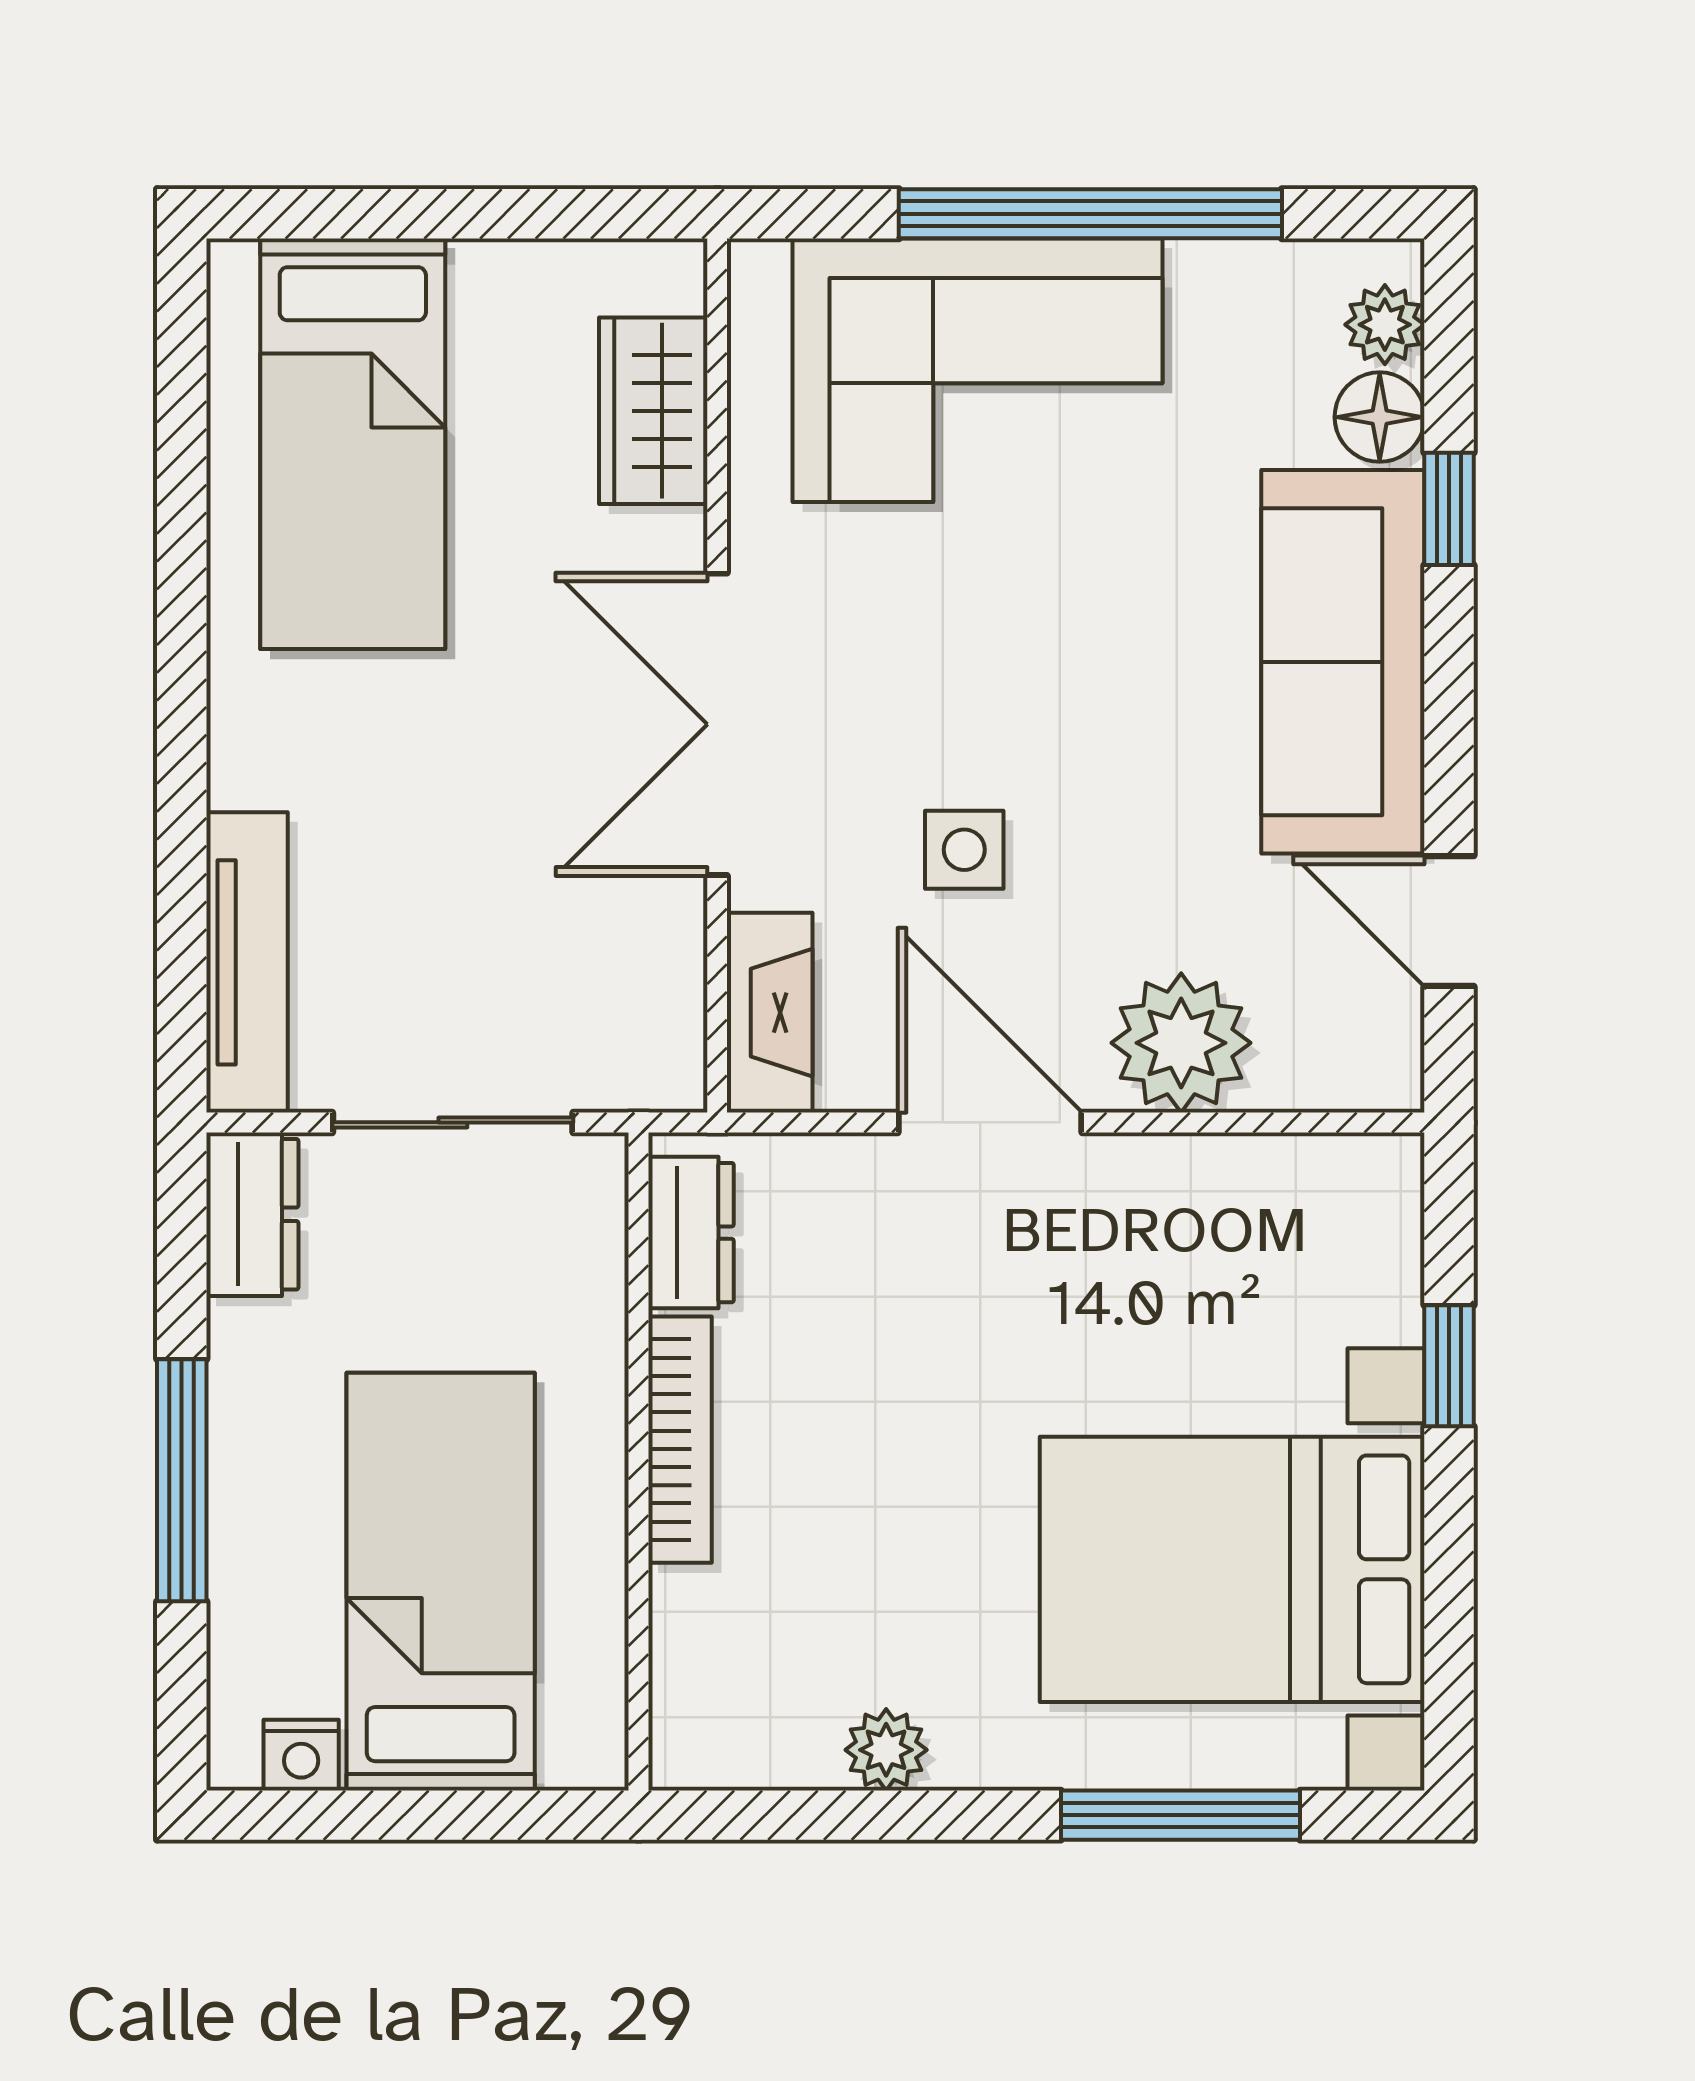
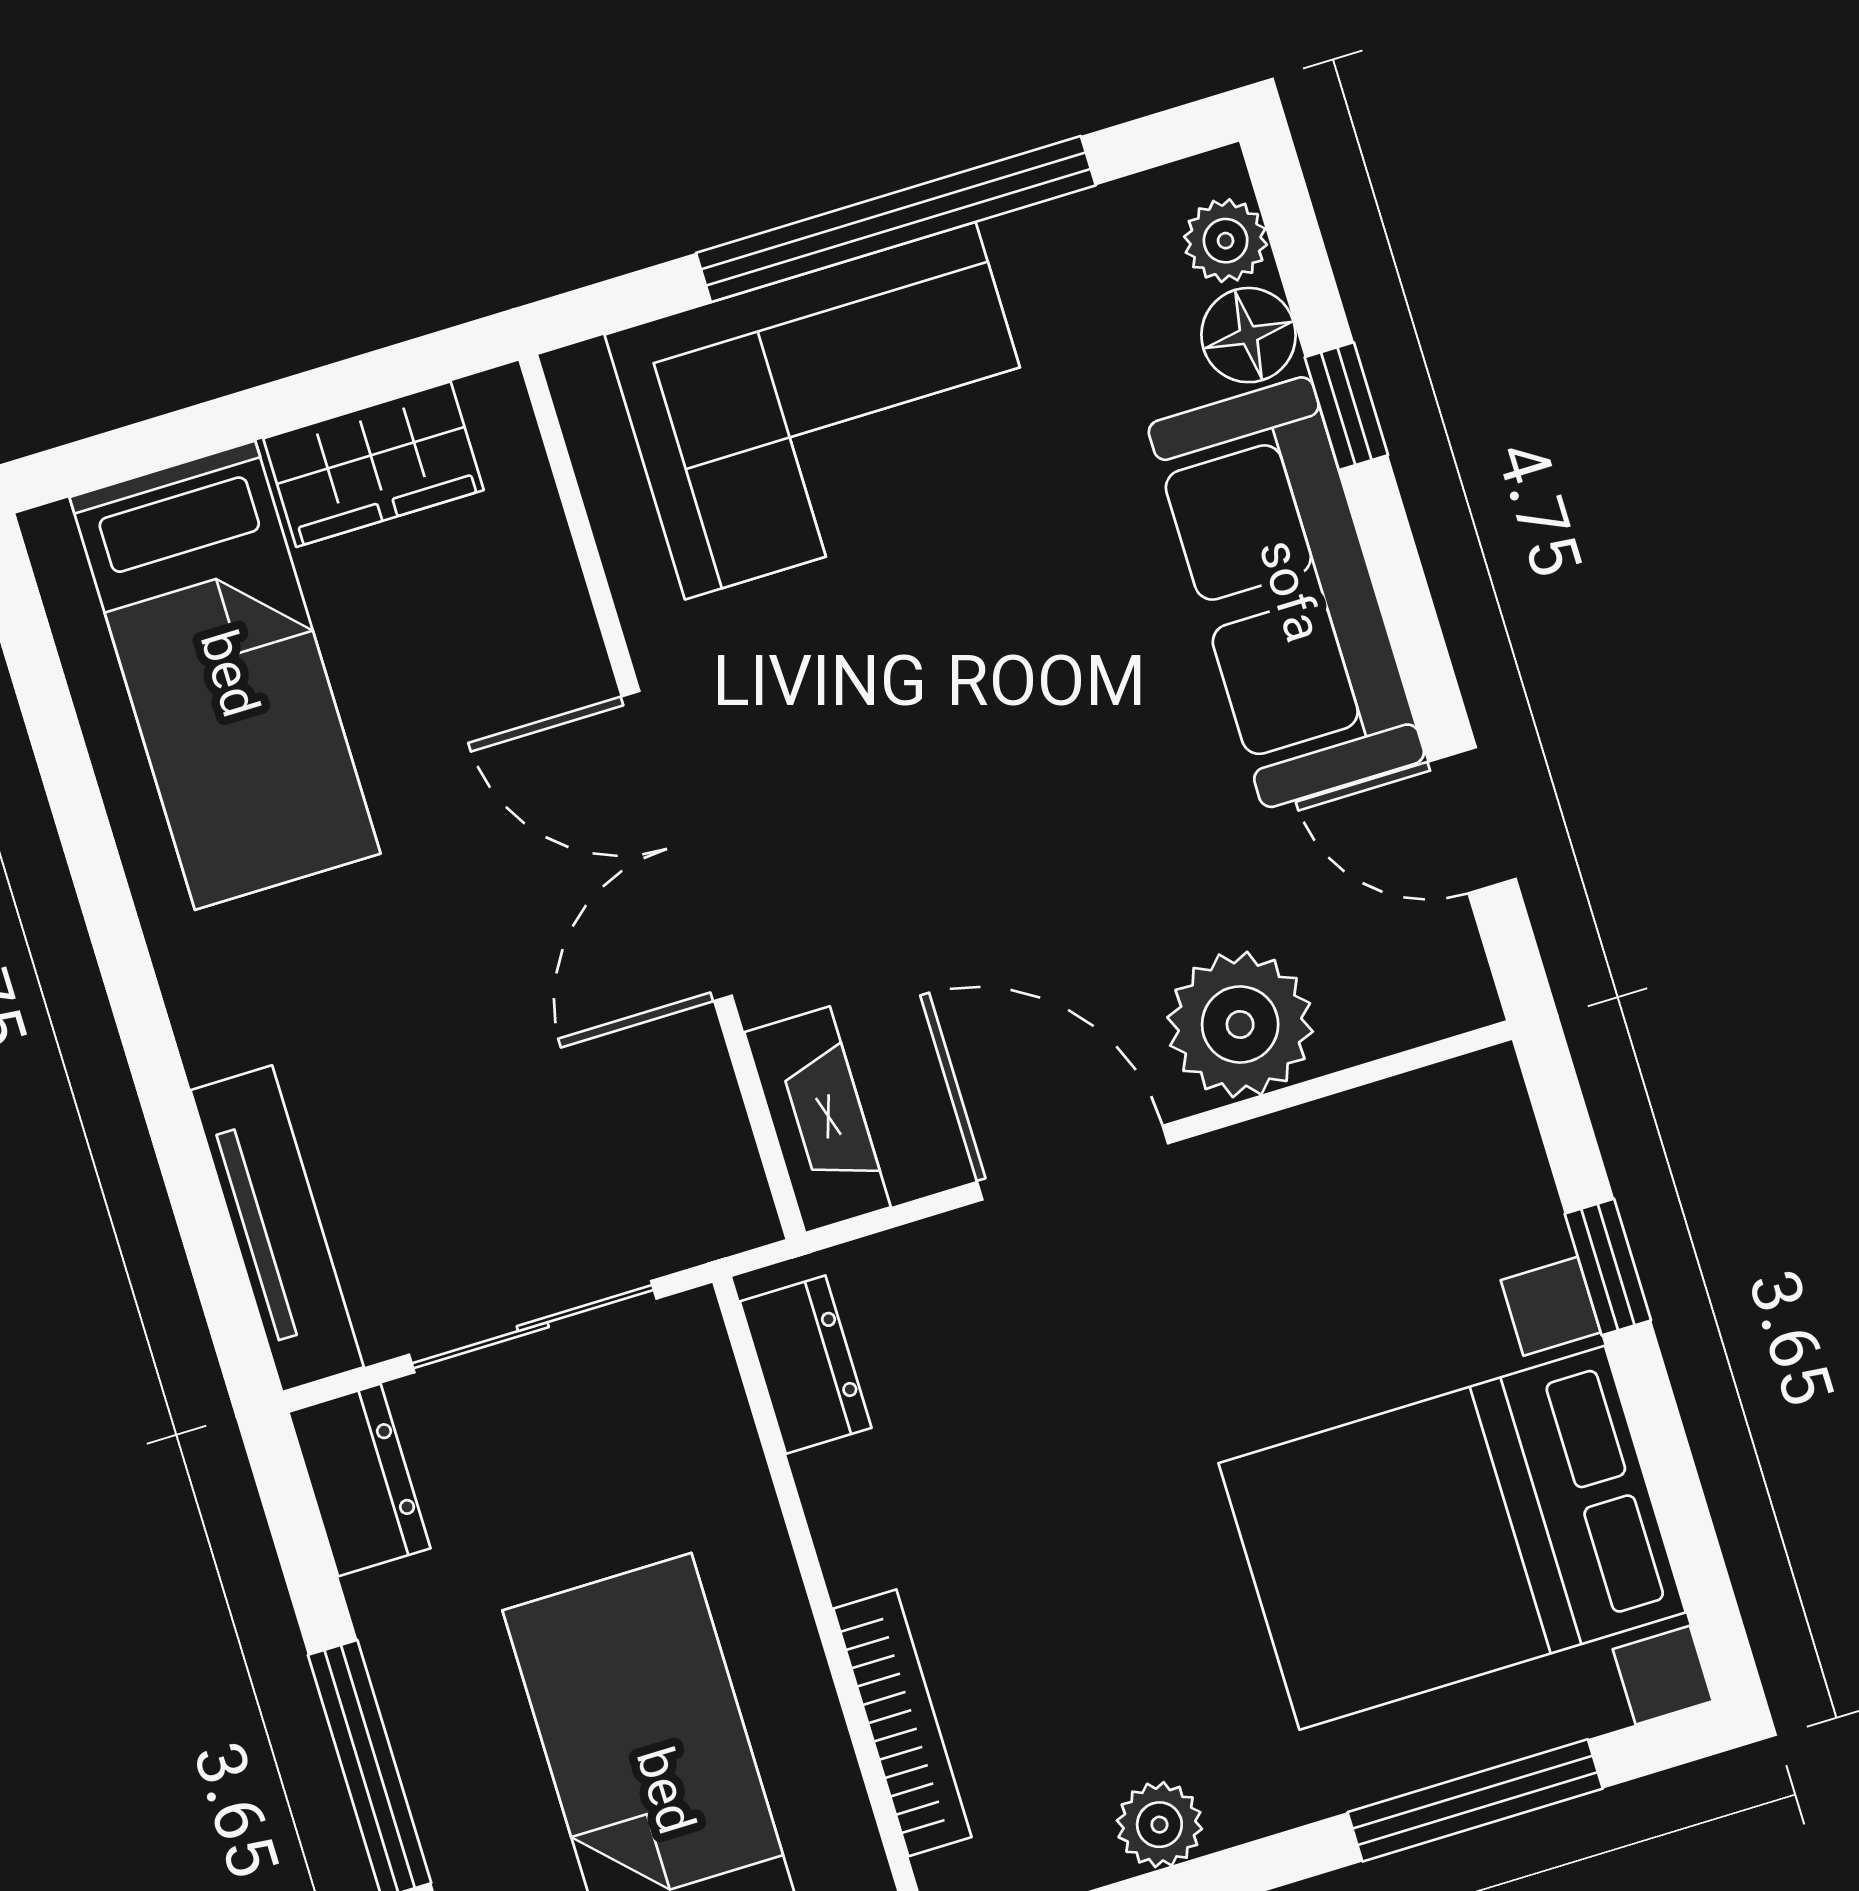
wardrobe: (653, 411) -> (373, 464), moved, turned -90
side table: (964, 850) -> (963, 897), removed
bookcase: (680, 1440) -> (902, 1723), moved

